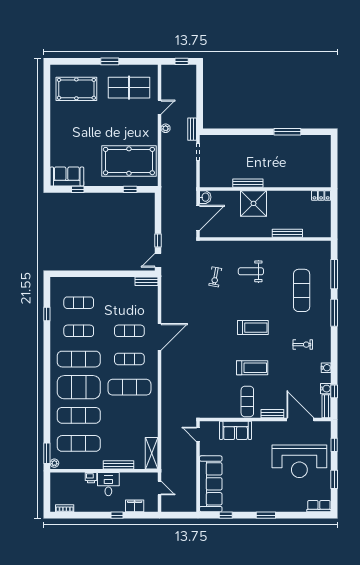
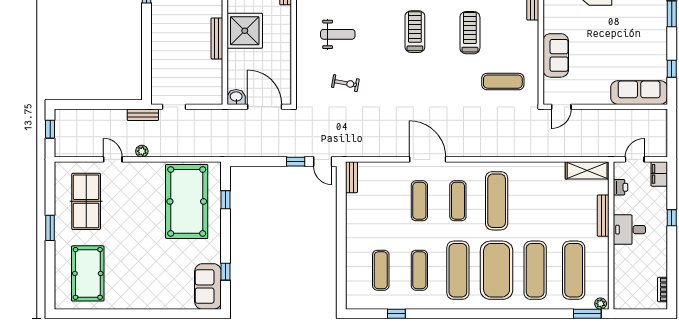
weight bench: (251, 271) -> (338, 34), turned -90
exercise mat: (247, 402) -> (503, 82), moved
printer: (91, 478) -> (620, 187), moved
sofa: (211, 484) -> (639, 93), width x0.74, depth x0.79
filing cabinet: (135, 506) -> (659, 174), moved

